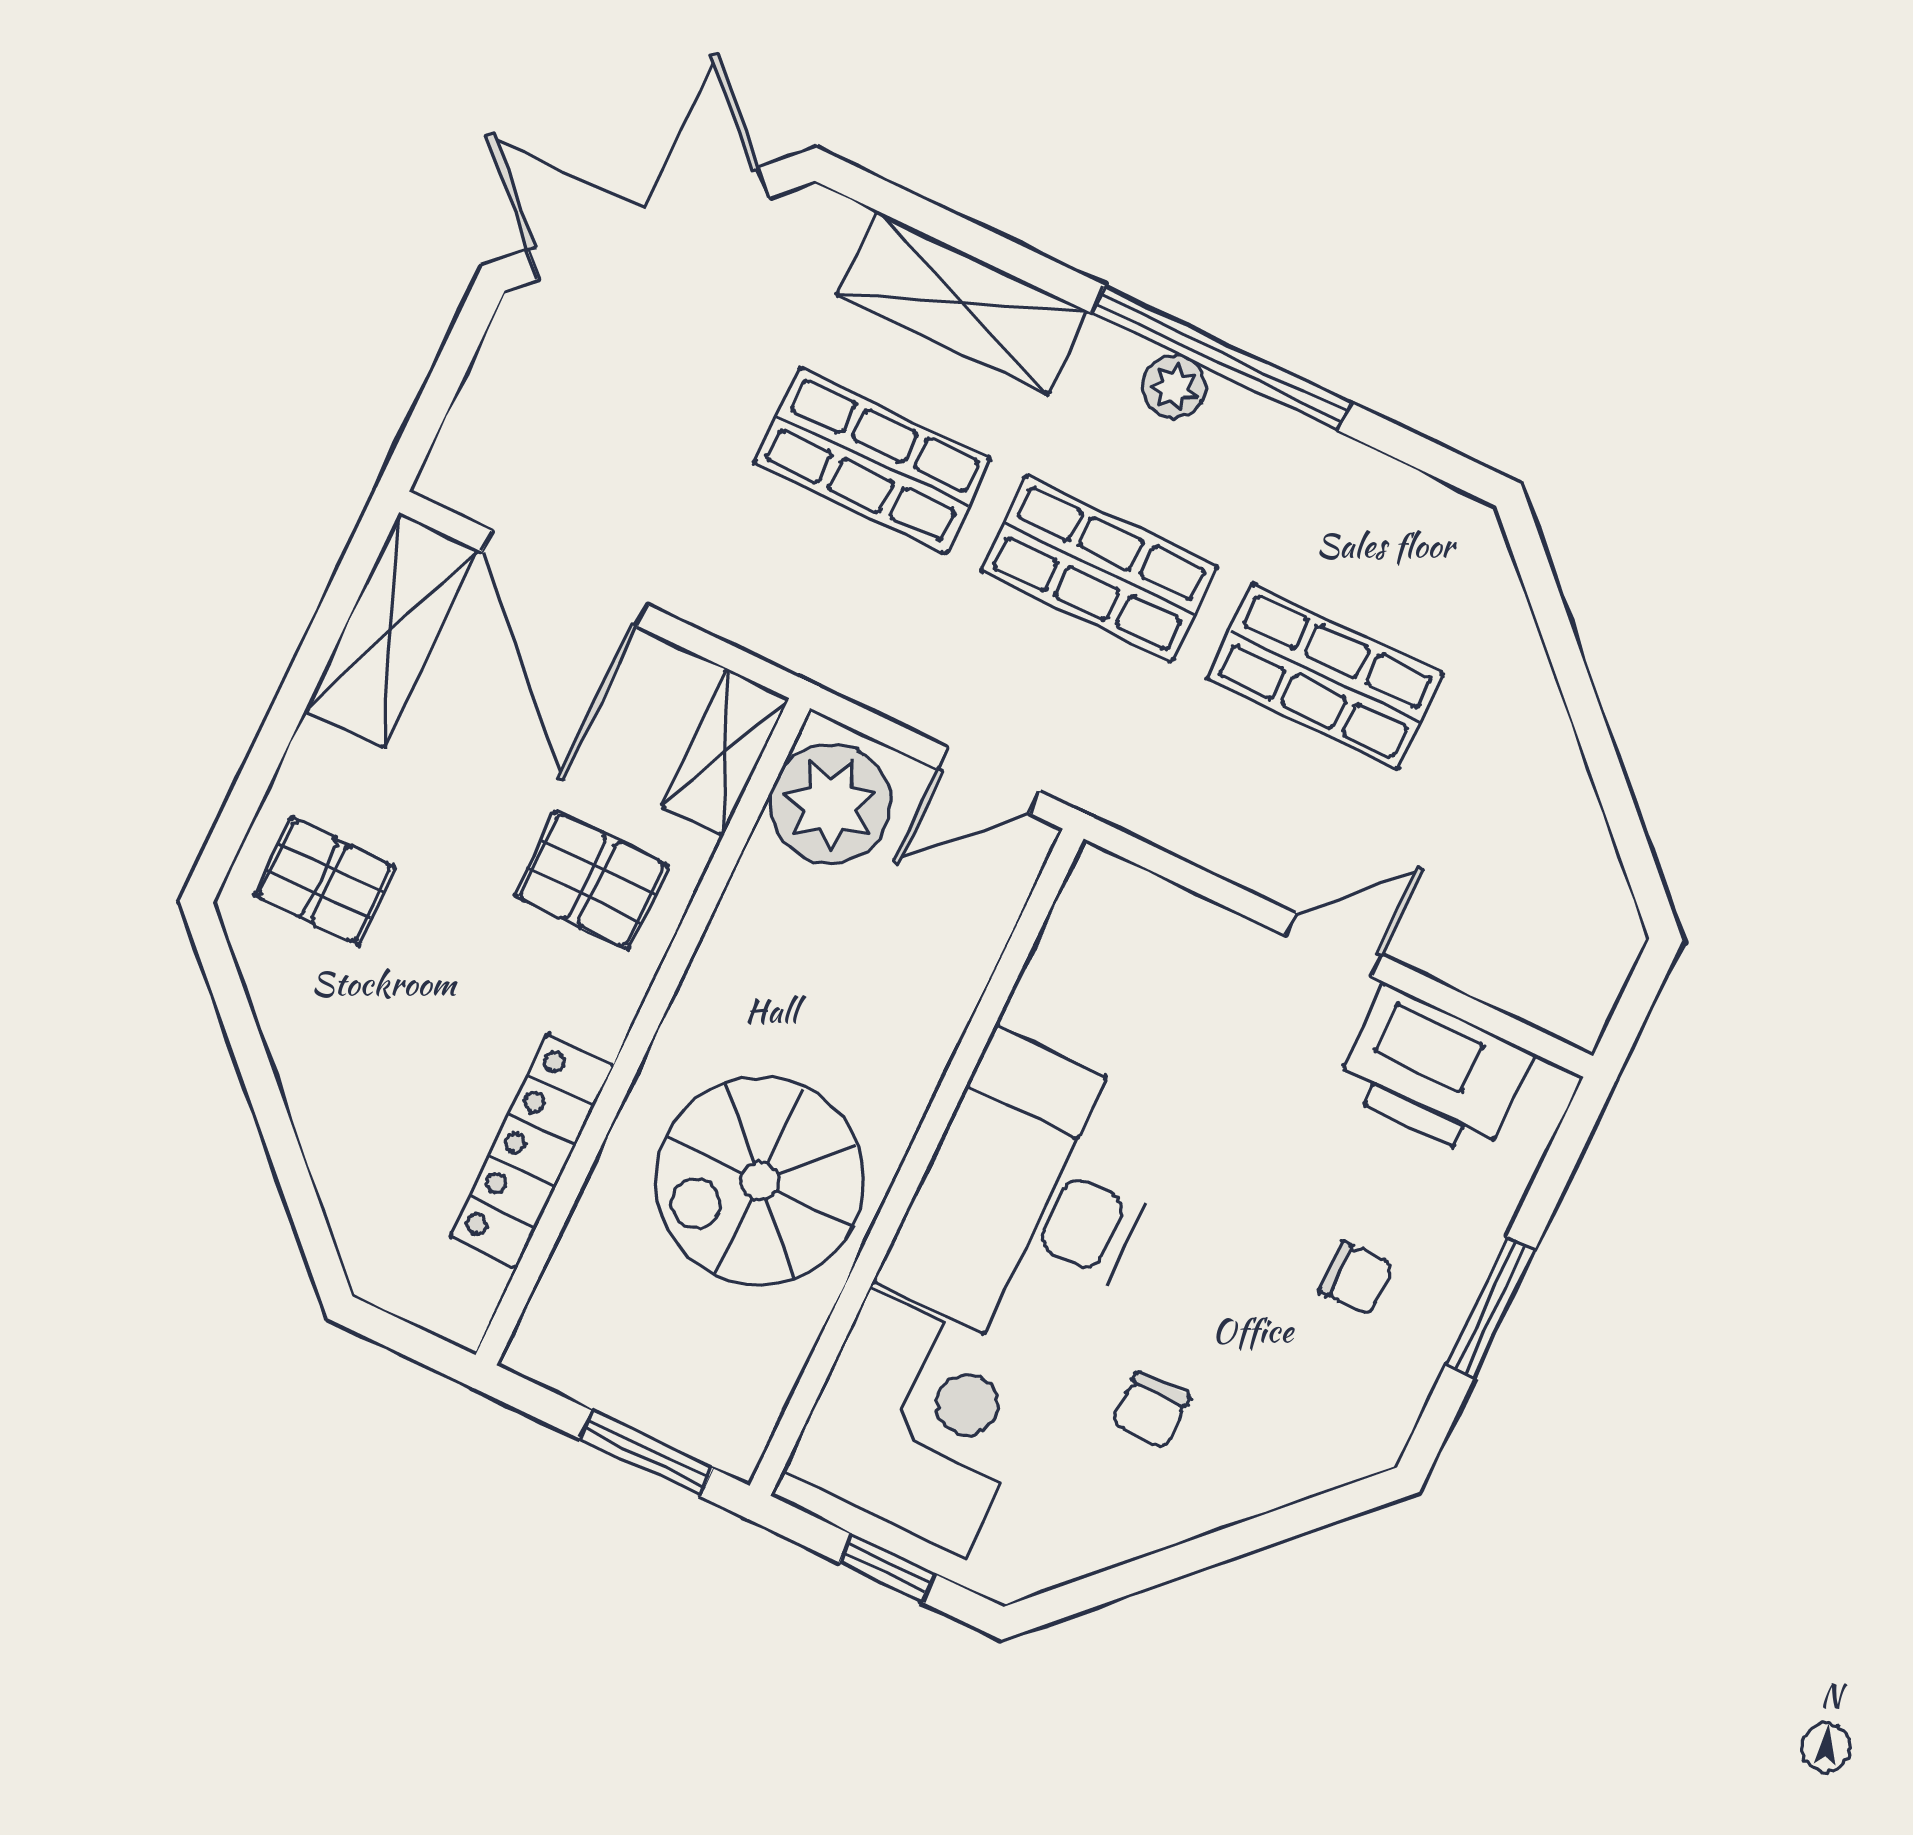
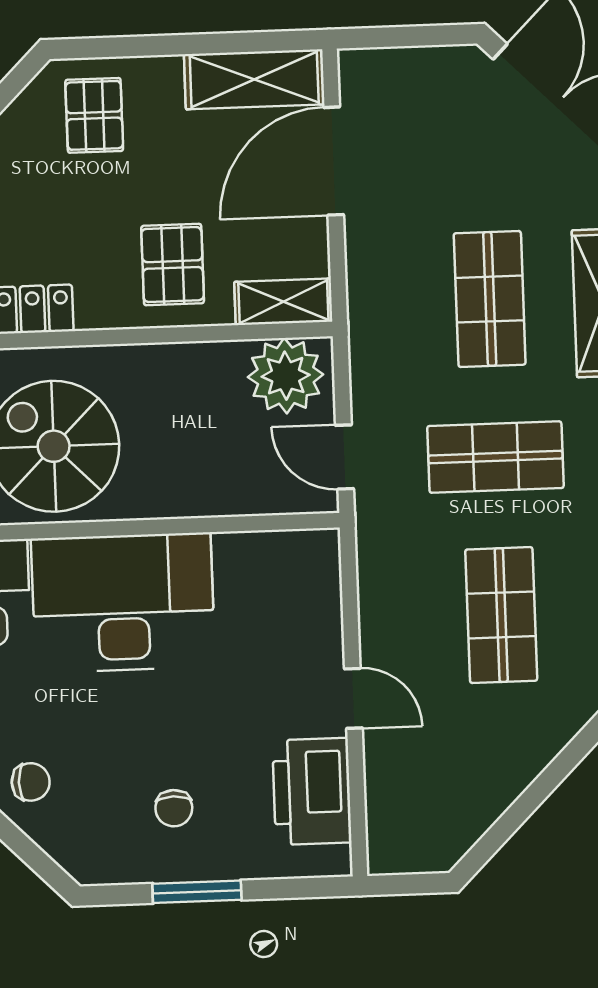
shop shelf: (1099, 568) -> (495, 457), turned 90
chair: (1151, 1410) -> (31, 782), moved, turned 180

